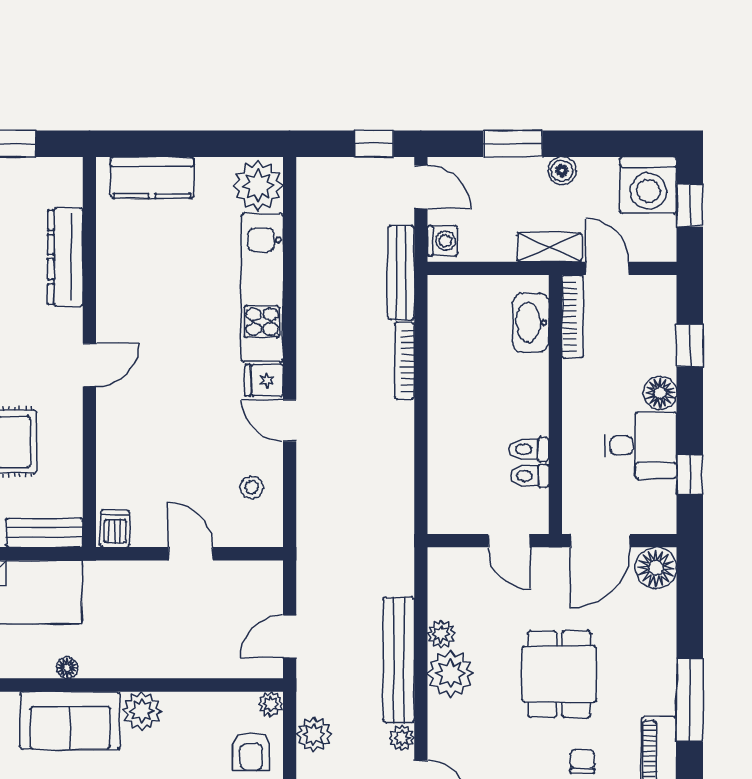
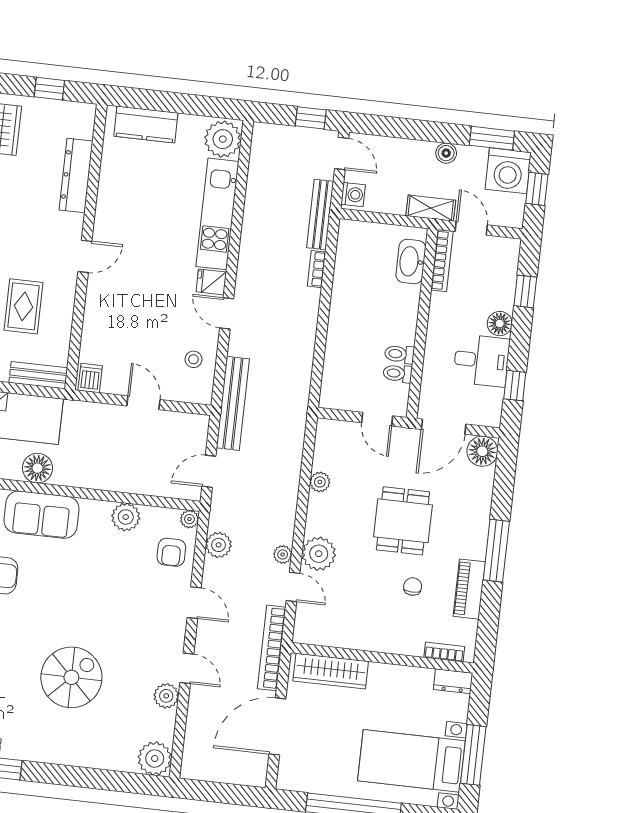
window: (513, 144) -> (492, 138), moved
bookcase: (404, 361) -> (317, 269), width x0.64
bench: (399, 660) -> (233, 403), moved
floor lamp: (67, 668) -> (38, 468), width x1.89, depth x1.89
plant: (450, 674) -> (319, 554), moved
plant: (142, 711) -> (126, 517), moved

